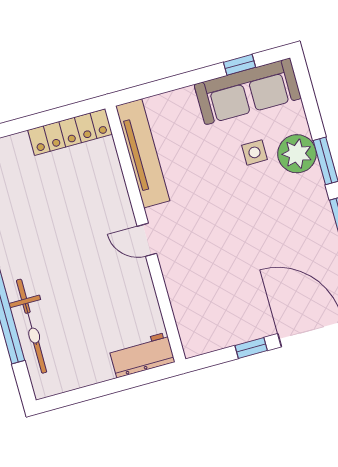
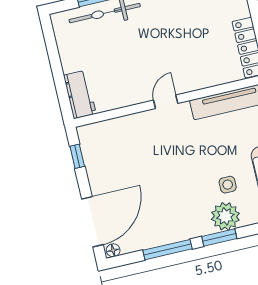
window: (251, 348) -> (77, 156), moved

